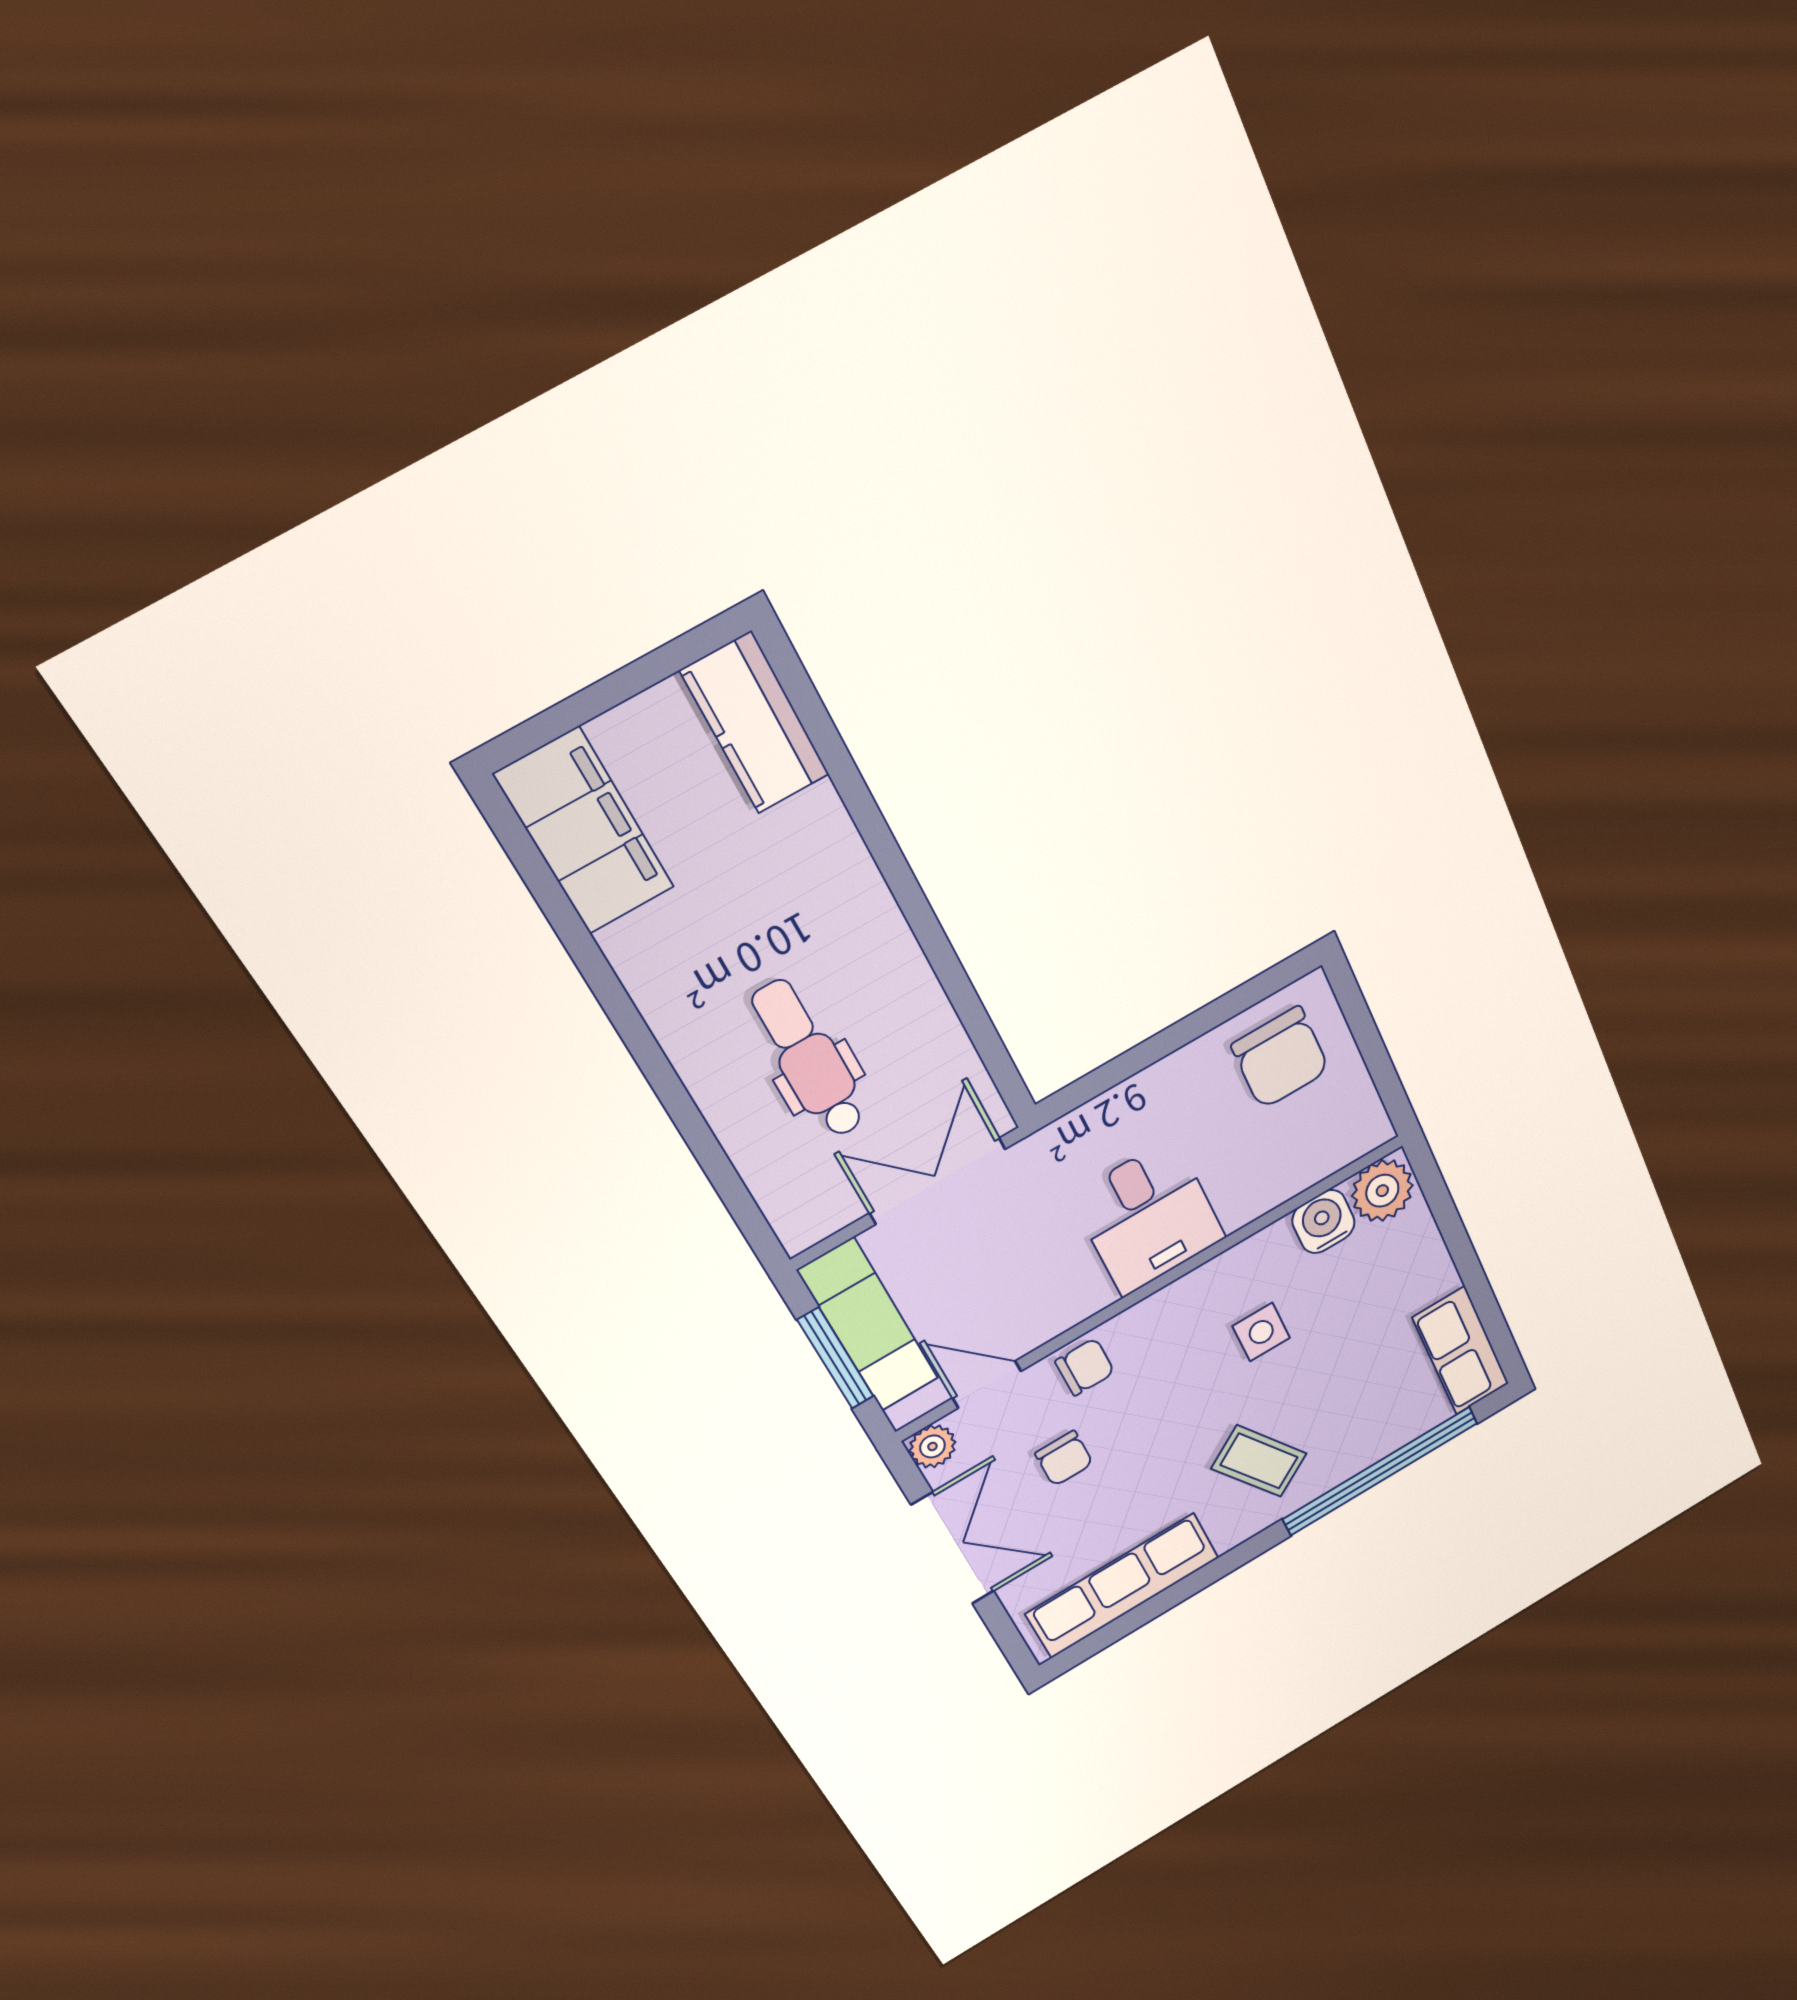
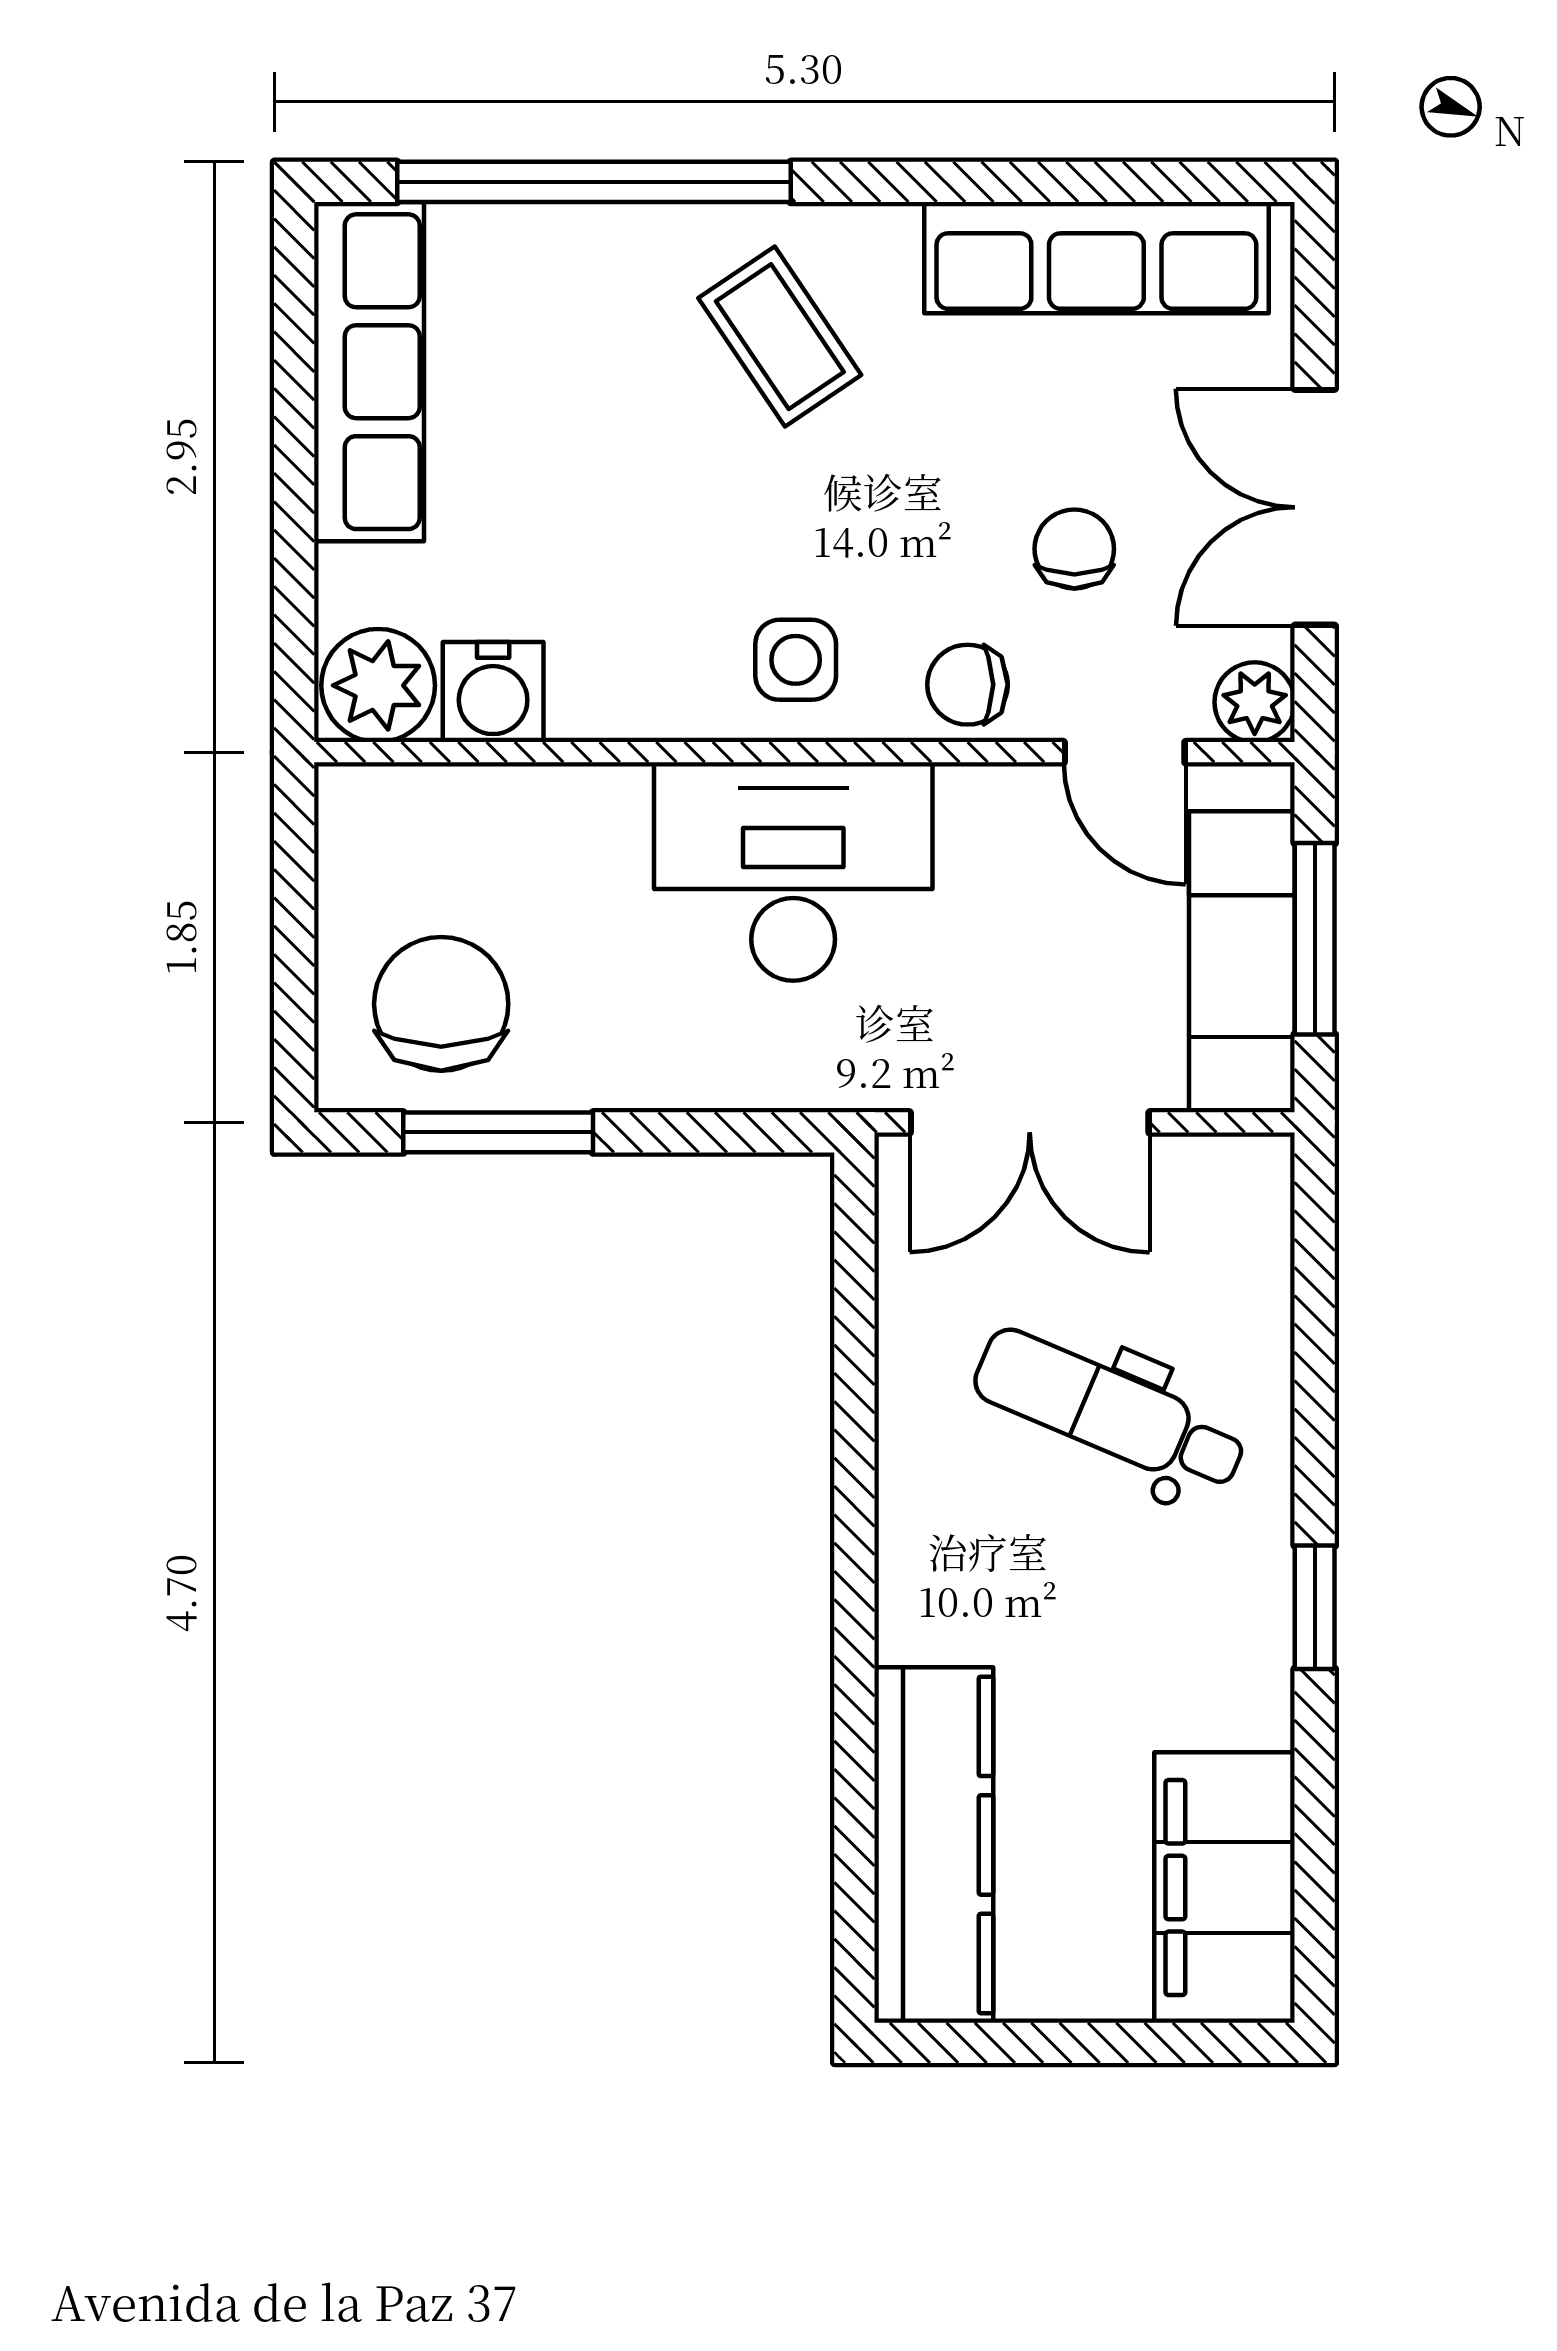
kitchen counter: (755, 723) -> (934, 1845), width x1.50
window: (1220, 1011) -> (498, 1132), added
window: (628, 1021) -> (1315, 1607), added
dental chair: (809, 1059) -> (1110, 1411), turned 113
desk: (1148, 1217) -> (793, 872), width x1.37
side table: (1261, 1332) -> (796, 660), moved
row of seats: (1461, 1351) -> (369, 372), width x1.48

